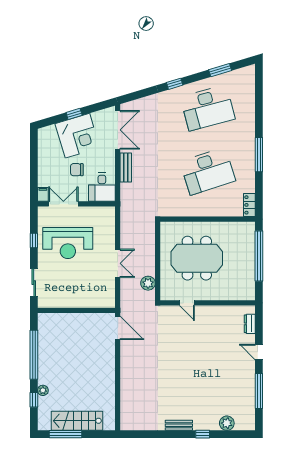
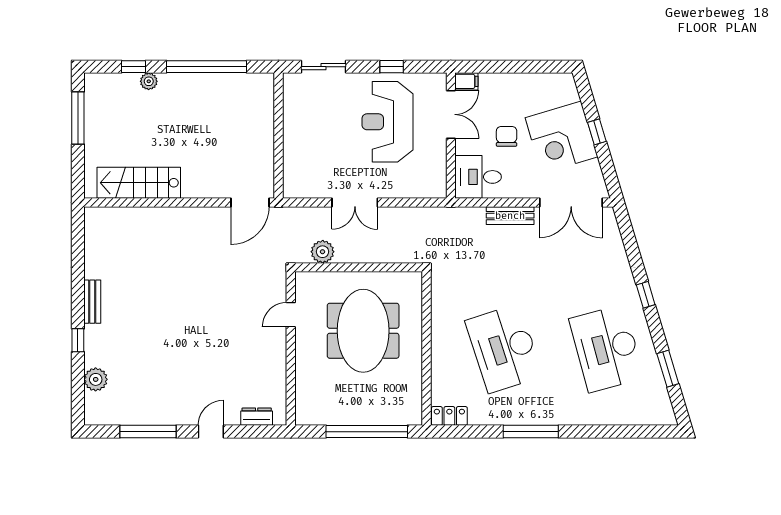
stairs: (77, 421) -> (139, 183), moved, turned -90

